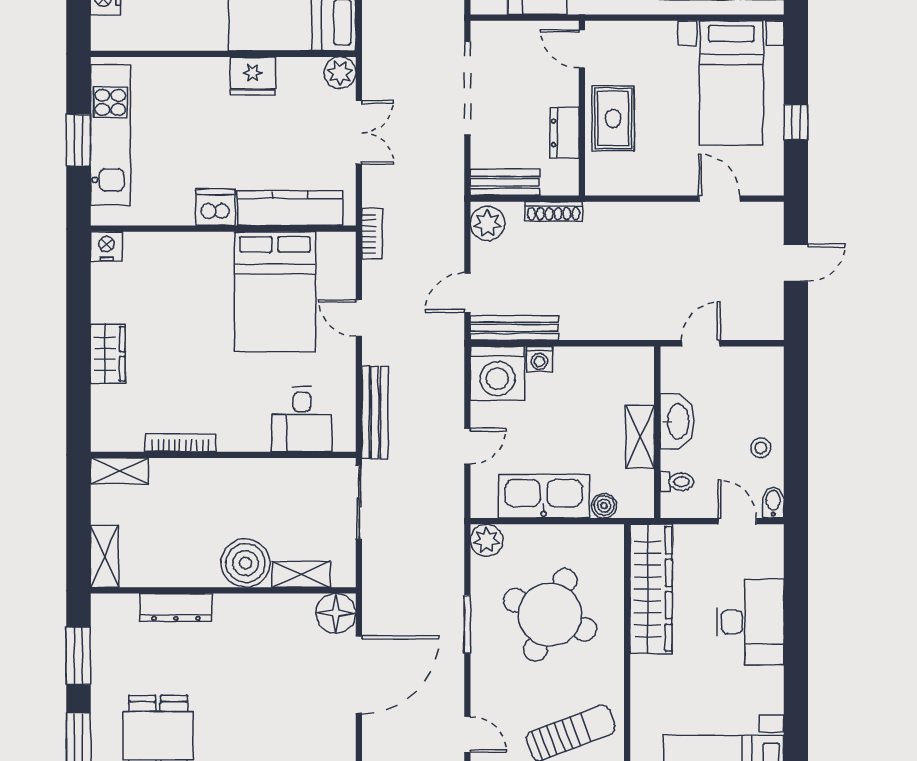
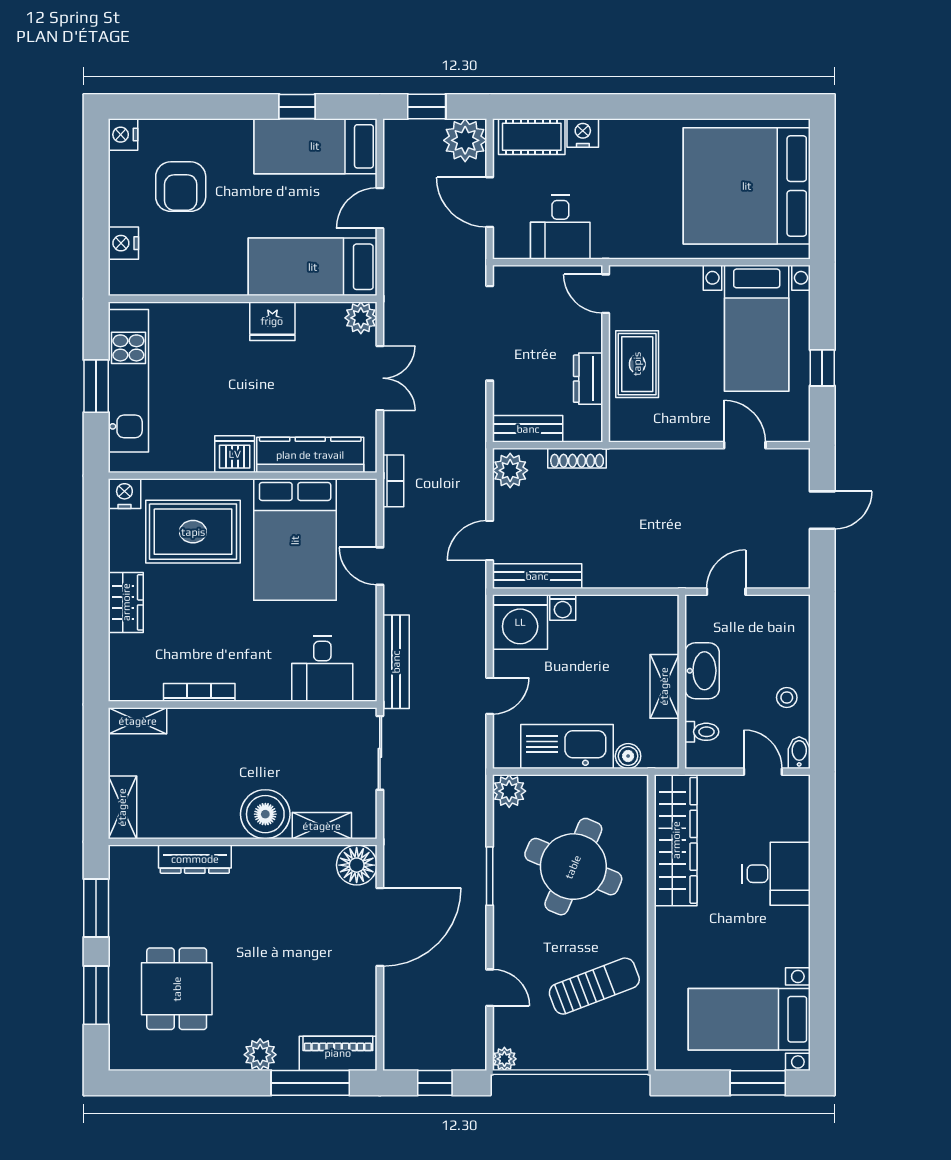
rug: (174, 284) -> (193, 532), added
desk: (750, 622) -> (776, 874), width x0.73

